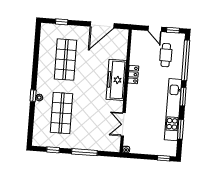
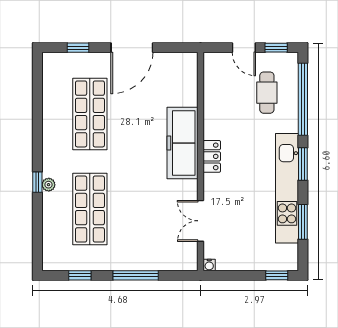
door: (102, 25) -> (132, 48), moved
locker: (133, 75) -> (212, 156), moved

